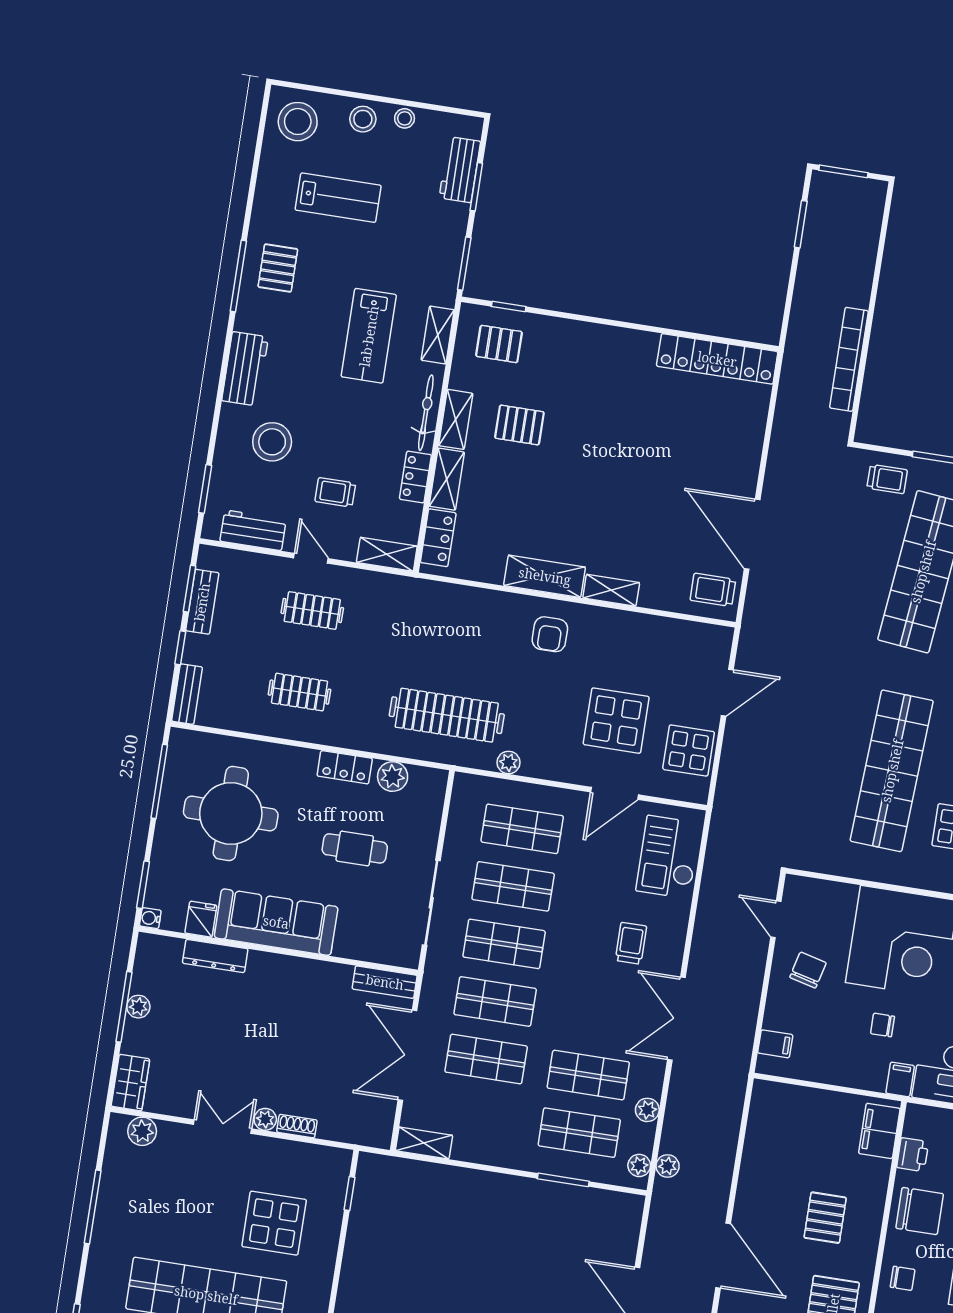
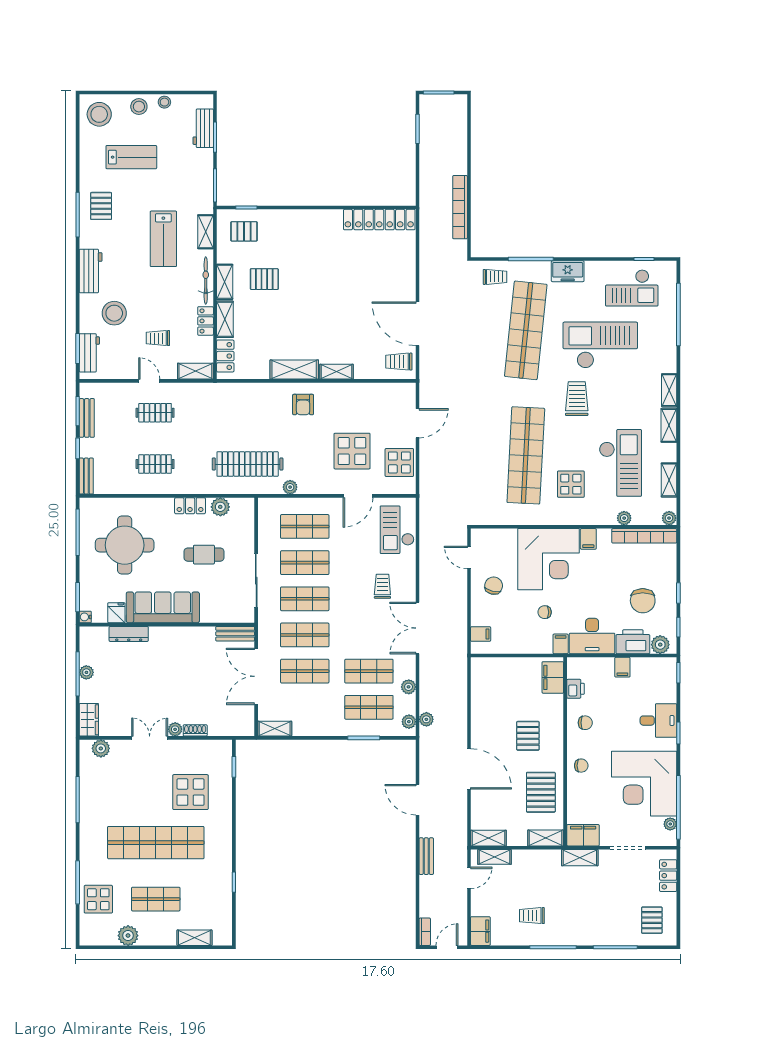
workbench: (253, 530) -> (89, 353), moved, turned 90
chair: (920, 1211) -> (585, 723), width x0.54, depth x0.54

